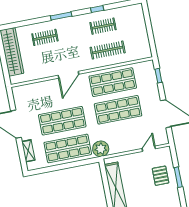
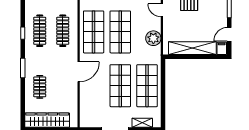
clothes rail: (103, 26) -> (40, 31), width x1.36
door: (68, 75) -> (79, 72), hinge flipped
plant: (101, 149) -> (153, 38), moved

